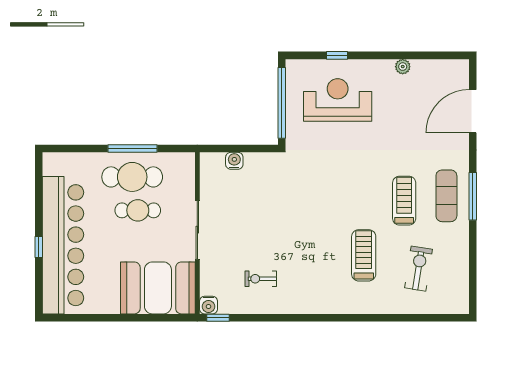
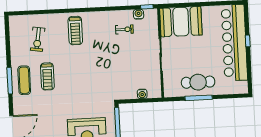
cafe table: (138, 210) -> (194, 64), removed
treadmill: (364, 255) -> (75, 31), moved
water cooler: (208, 305) -> (139, 14), moved

